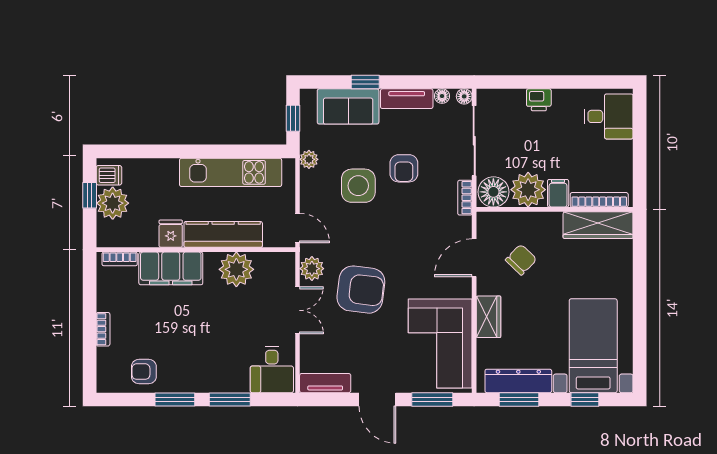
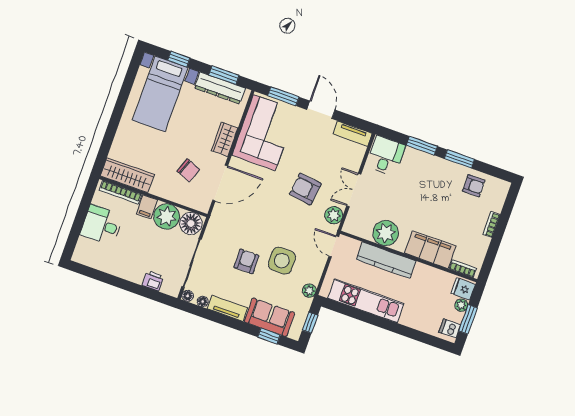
window: (365, 82) -> (269, 336), moved
printer: (539, 100) -> (153, 281), moved
desk: (609, 116) -> (102, 225), moved
window: (90, 195) -> (468, 320), width x1.50
bookcase: (465, 198) -> (212, 226), removed
plant: (113, 203) -> (461, 305), width x0.53, depth x0.53
fridge: (171, 234) -> (463, 289), moved, turned 90
door: (474, 258) -> (220, 183), width x1.36
chair: (521, 260) -> (188, 170), turned -113
armchair: (361, 290) -> (305, 189), width x0.73, depth x0.73

